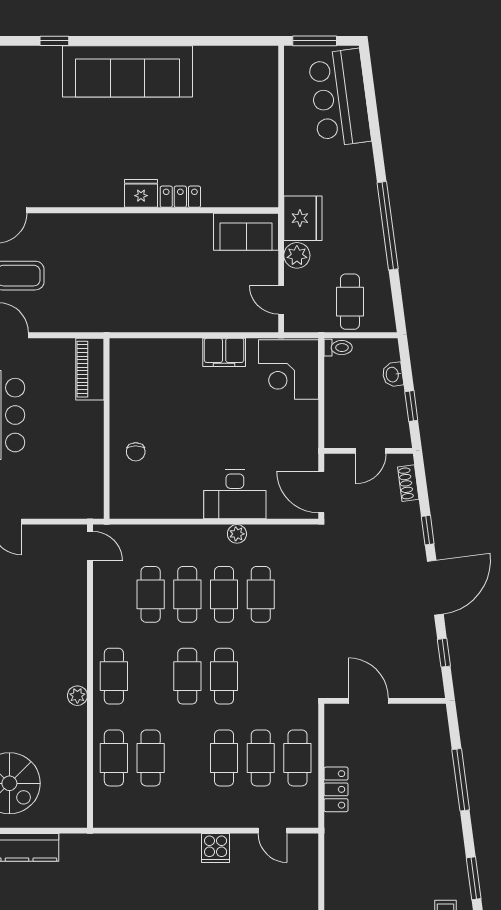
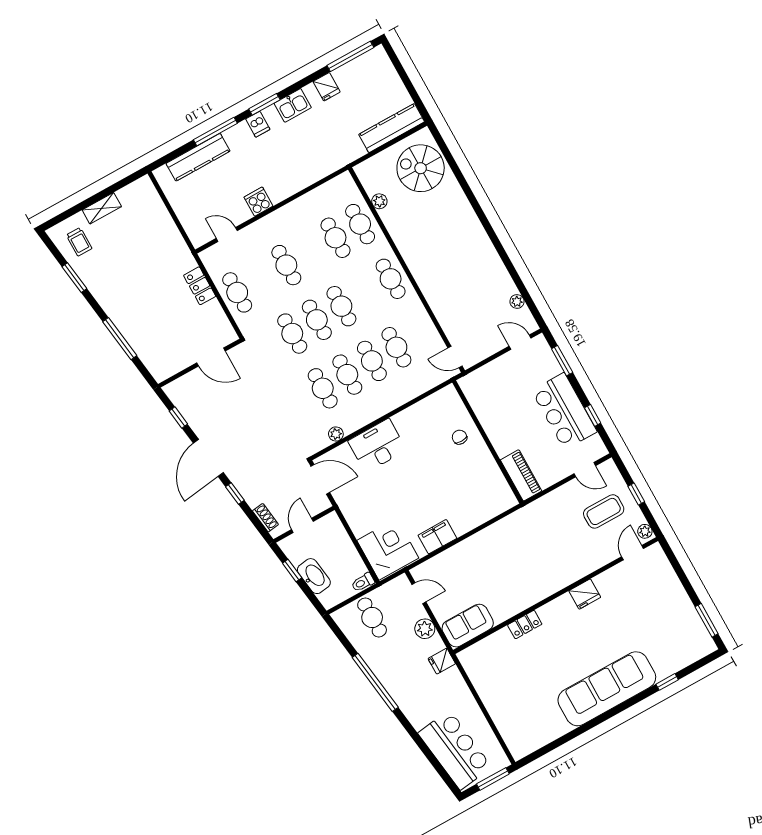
fridge: (141, 193) -> (585, 594), moved
fridge: (303, 218) -> (442, 661), width x0.53, depth x0.75
washbasin: (393, 375) -> (314, 576), width x1.91, depth x1.45
plant: (237, 534) -> (336, 434), moved
plant: (77, 696) -> (379, 201), moved
cafe table: (261, 758) -> (292, 334), moved

